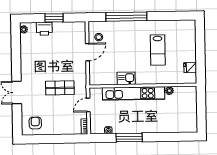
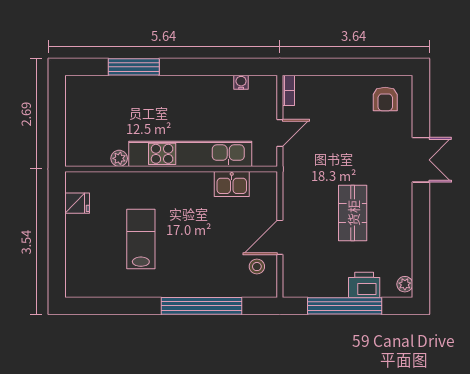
window: (54, 18) -> (345, 306), width x2.11
kitchen sink: (126, 78) -> (232, 184), moved
shop shelf: (60, 88) -> (353, 213), moved, turned 90
window: (129, 138) -> (134, 67), moved

